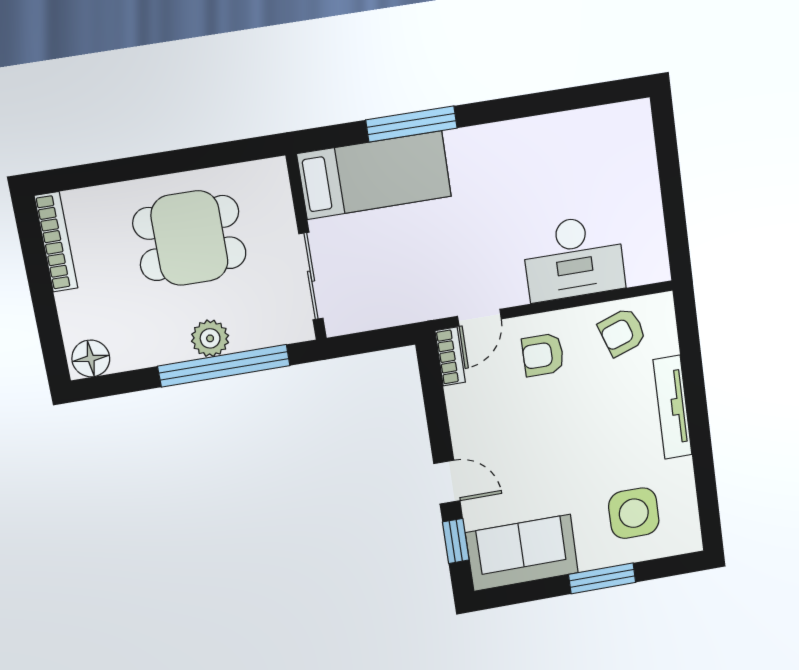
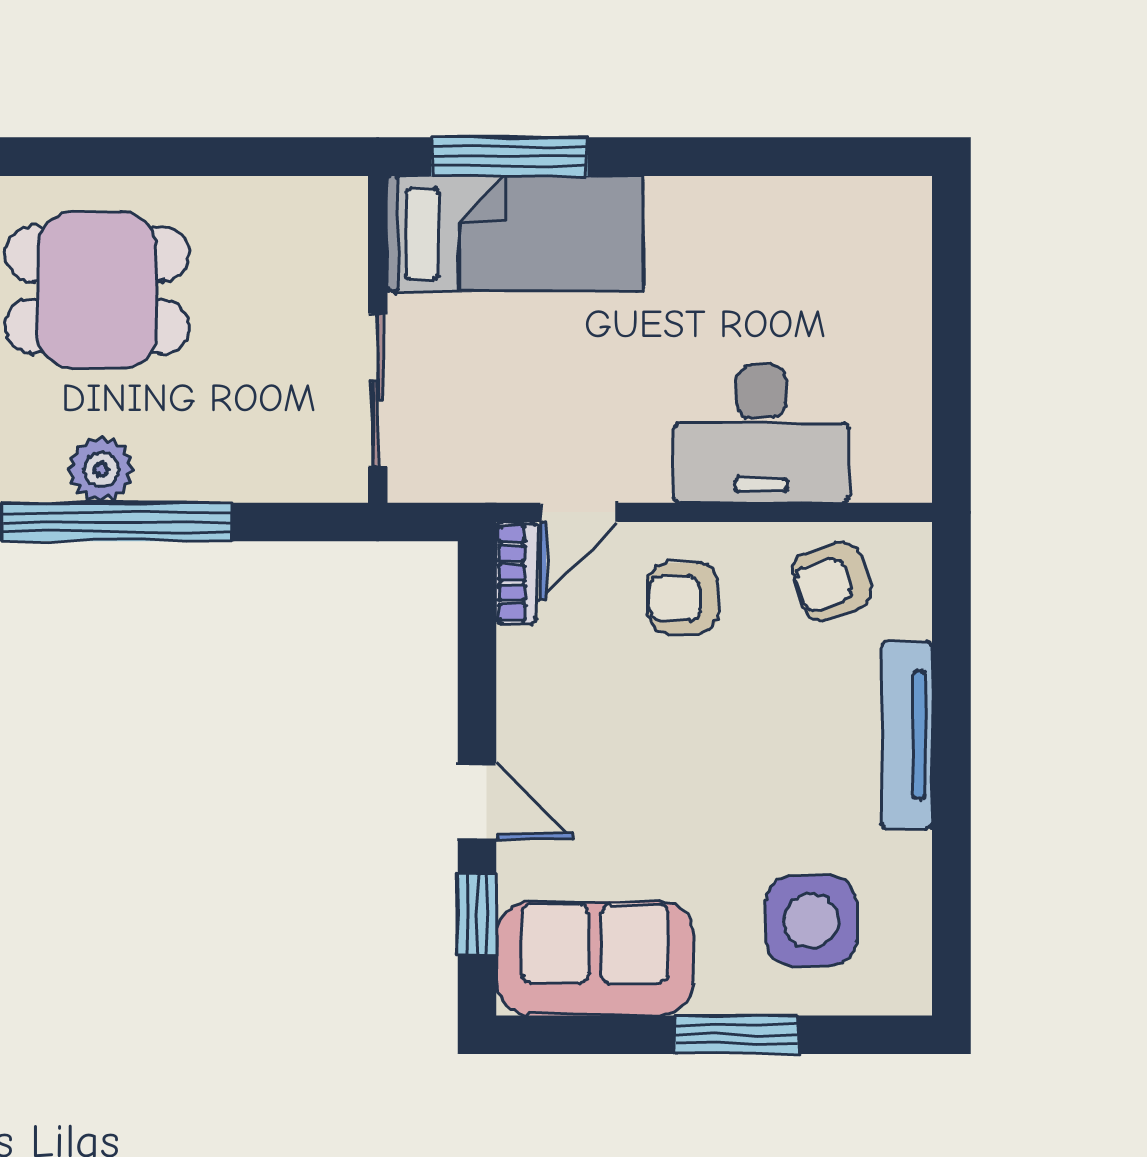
bed: (374, 175) -> (515, 233), moved
wall: (306, 248) -> (378, 339), moved
sliding door: (311, 276) -> (378, 390), moved

